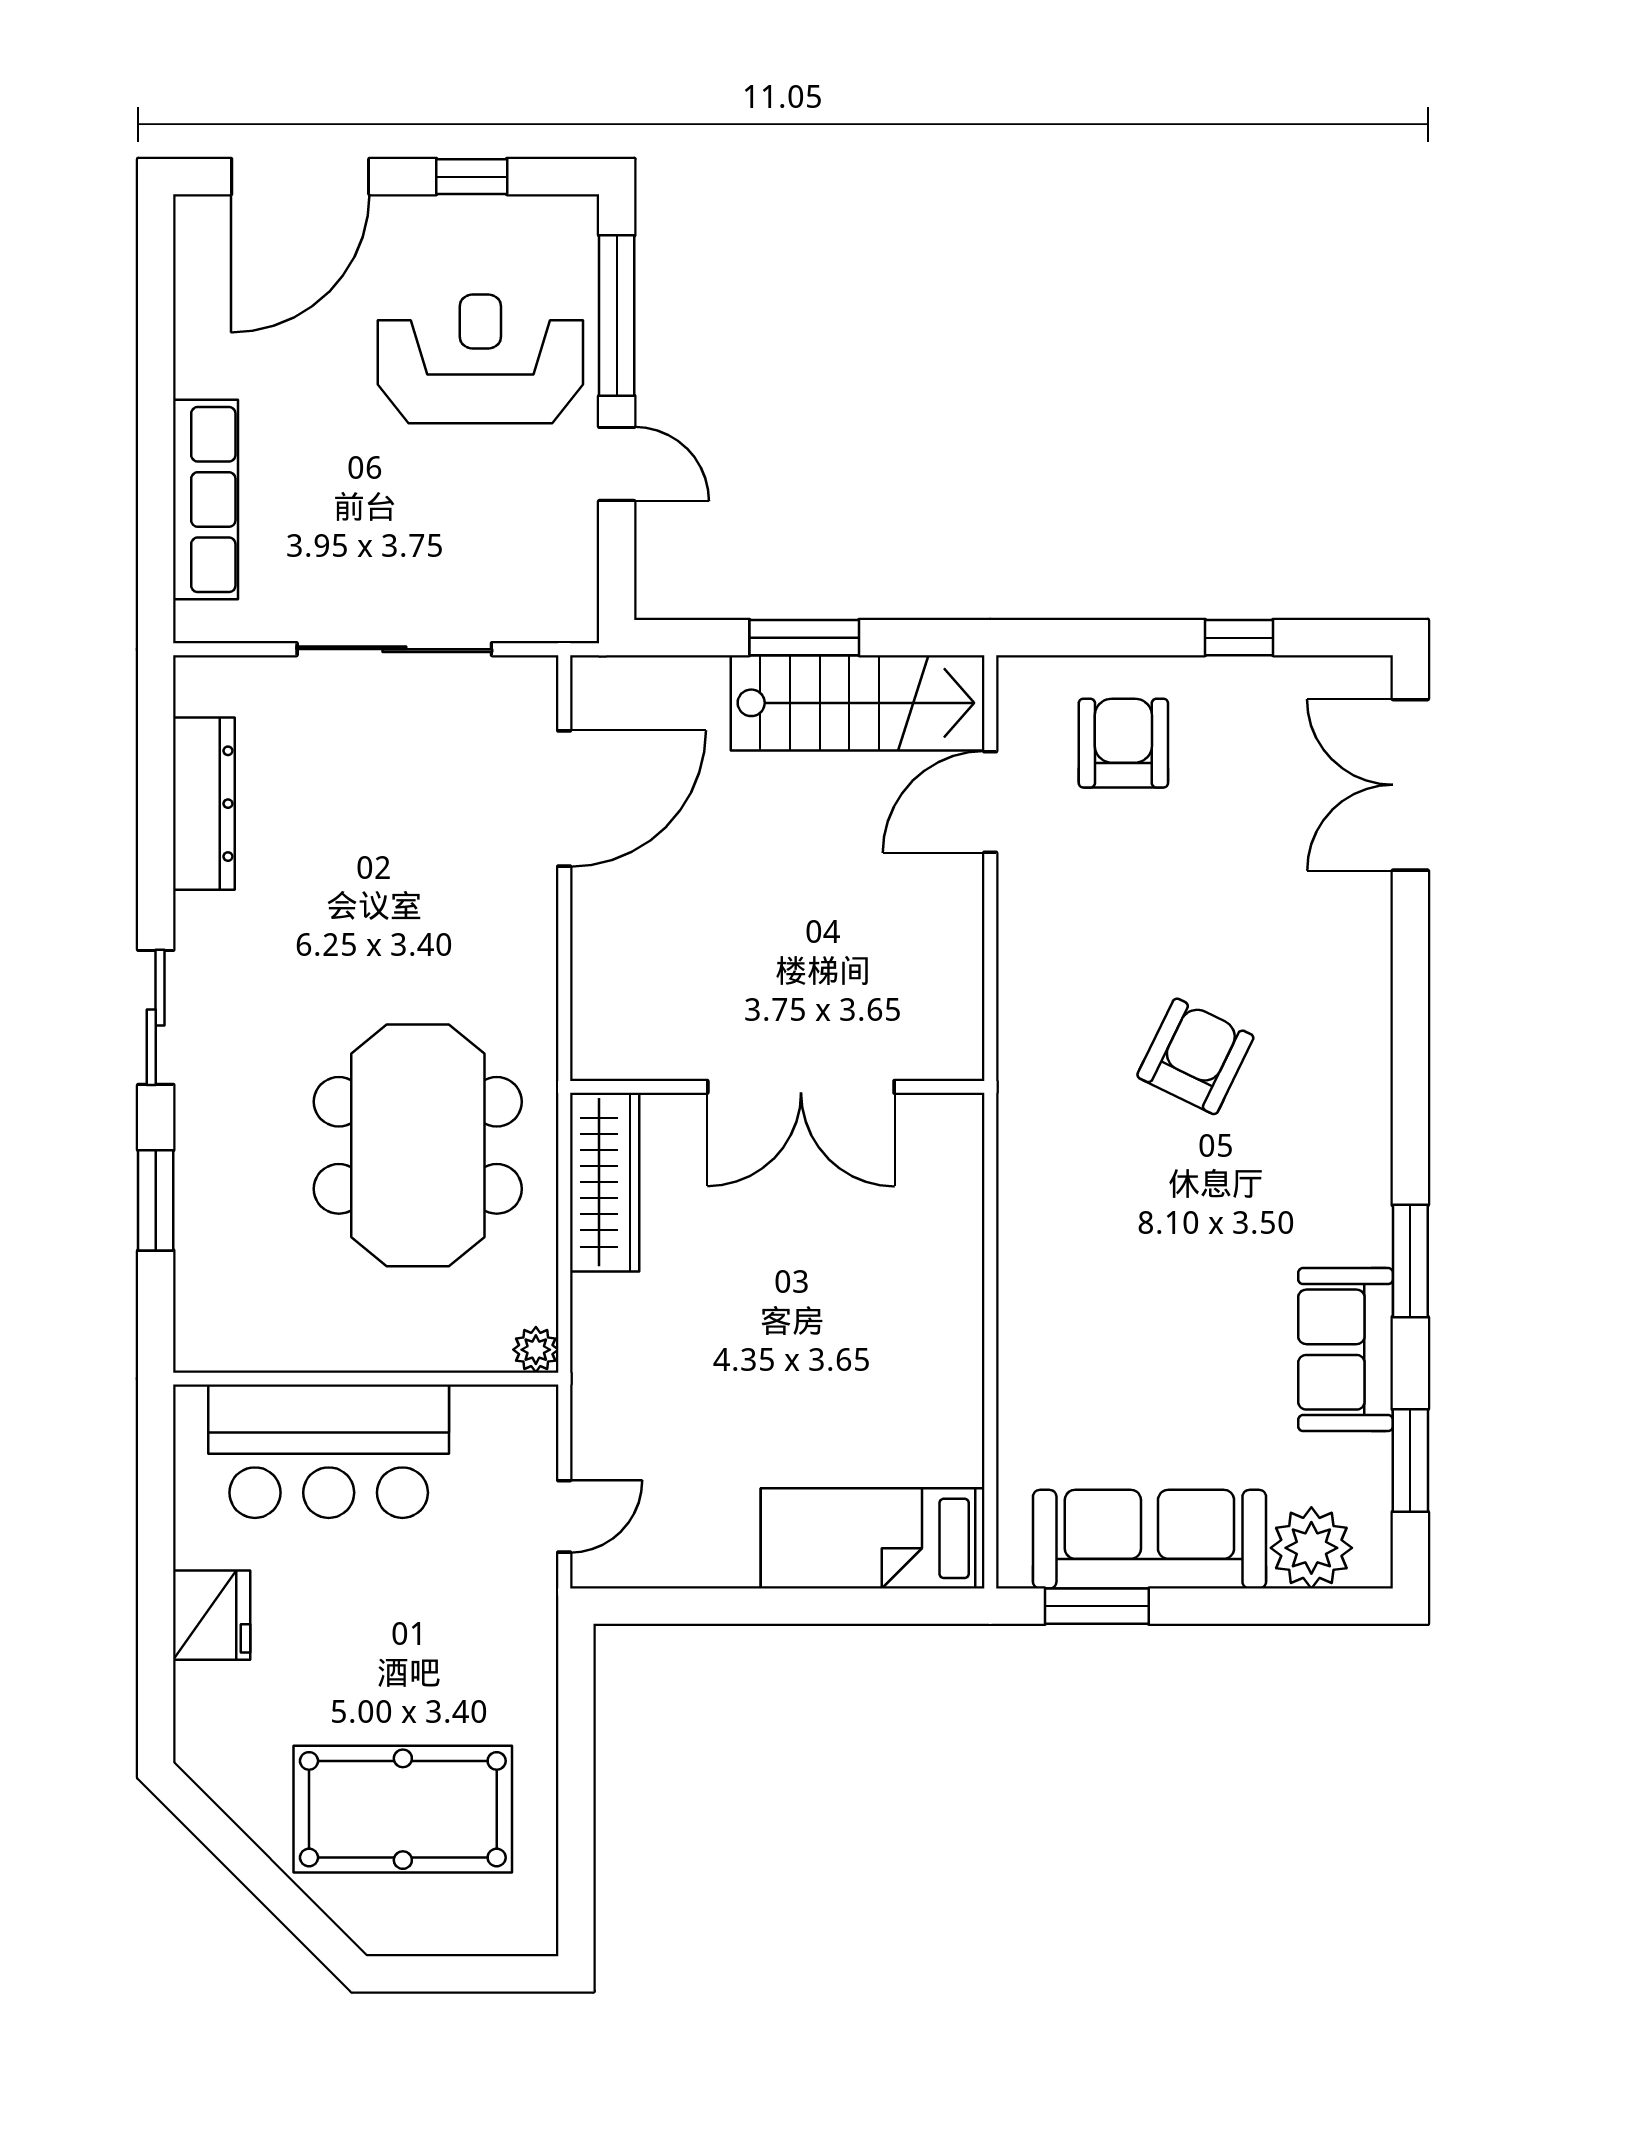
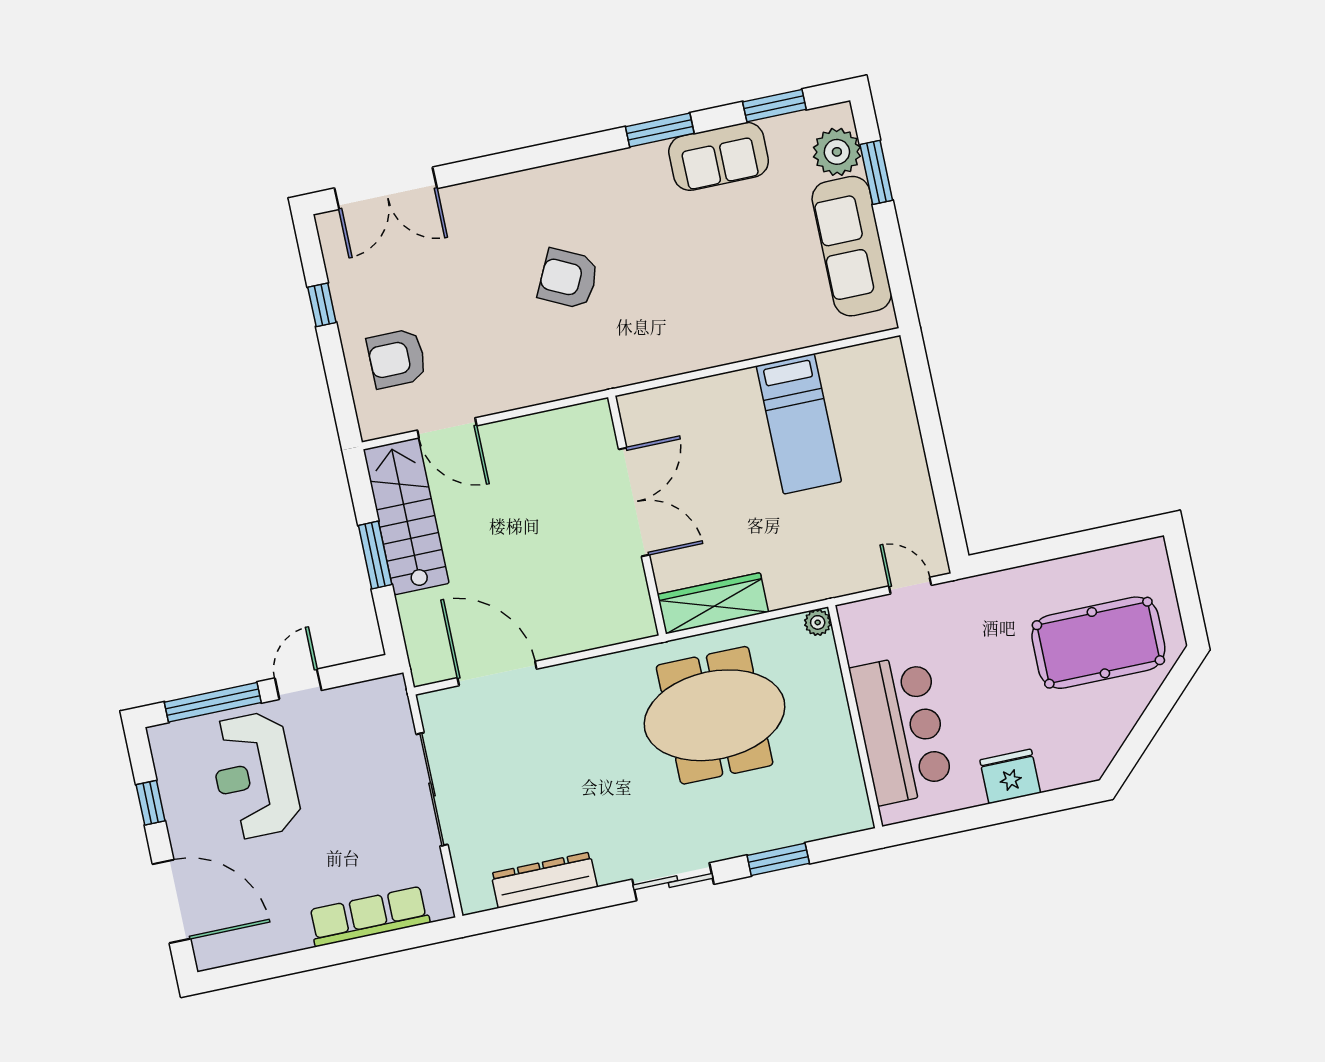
bed: (873, 1538) -> (799, 424), moved
window: (1097, 1606) -> (876, 172), moved
pool table: (403, 1809) -> (1098, 643), turned 90

